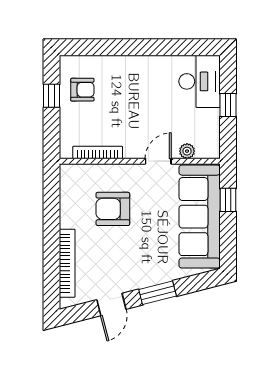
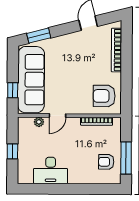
desk: (200, 81) -> (51, 170), moved, turned -90
window: (52, 96) -> (126, 158), width x2.17
armchair: (113, 209) -> (104, 96), moved, turned 180
window: (158, 293) -> (39, 36), moved

